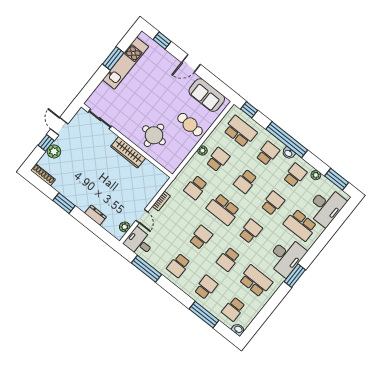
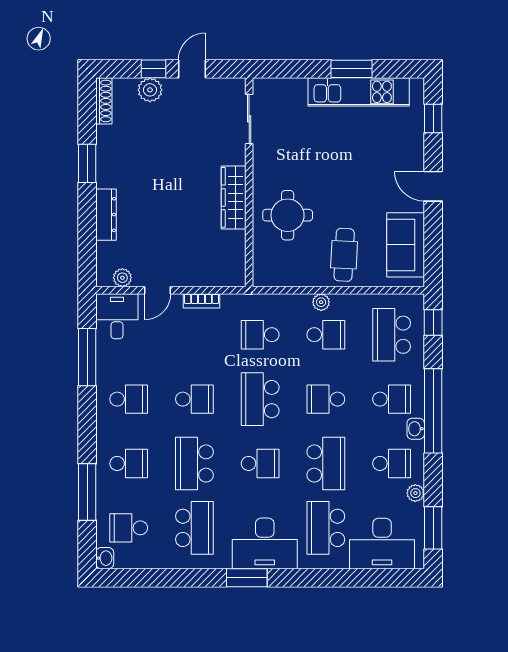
school desk: (240, 131) -> (392, 335), turned 180
school desk: (273, 203) -> (326, 463), width x1.85
dresser: (96, 215) -> (106, 215), width x1.44
school desk: (228, 259) -> (194, 463), width x1.85
school desk: (178, 265) -> (129, 399), turned 180

